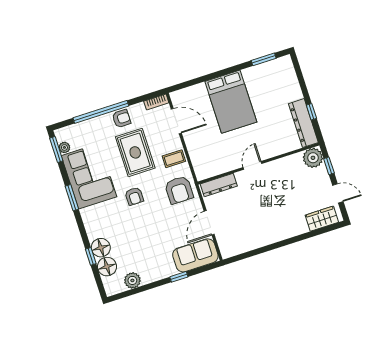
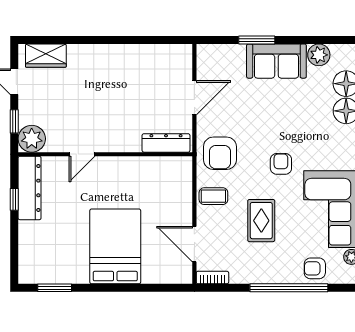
armchair: (121, 119) -> (315, 268), moved
rug: (135, 152) -> (261, 221), width x0.73, depth x0.70
door: (252, 165) -> (82, 154), moved
armchair: (179, 190) -> (220, 153), turned 180
sofa: (195, 255) -> (276, 61), moved
window: (179, 277) -> (257, 40), width x1.50

